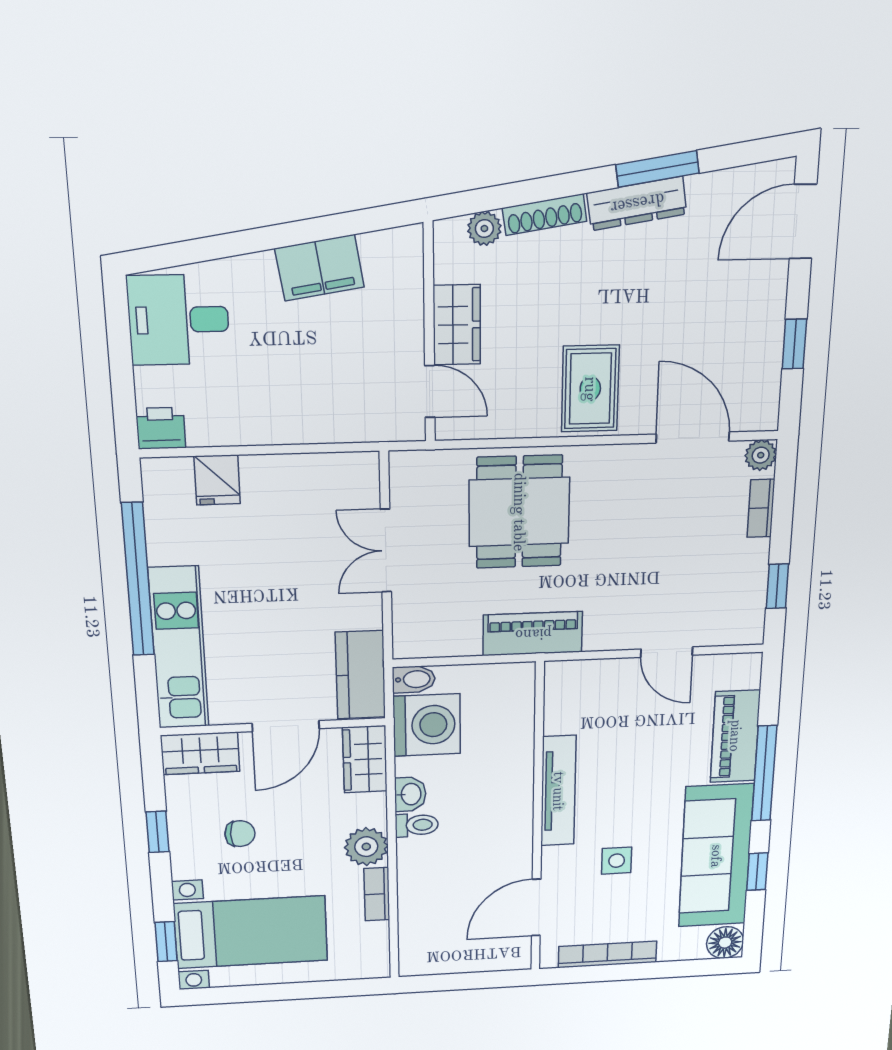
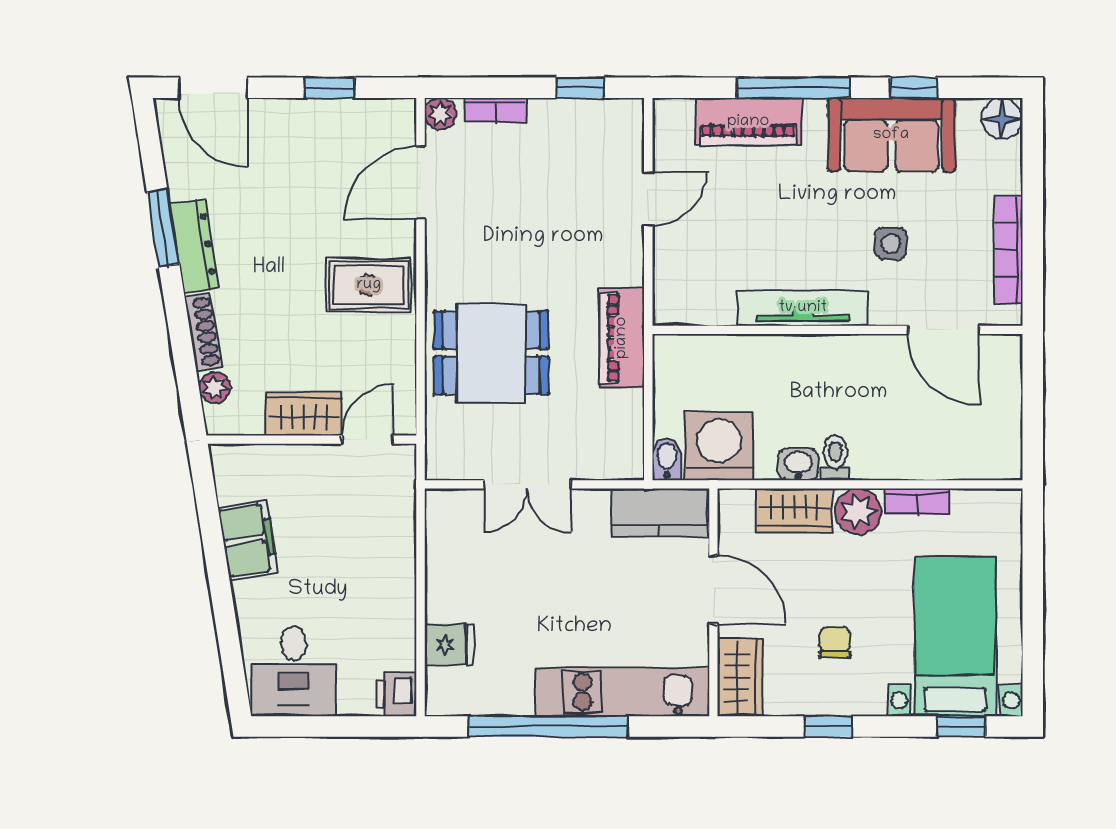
wardrobe: (365, 759) -> (794, 510), moved
sofa: (716, 856) -> (891, 135), width x0.73

